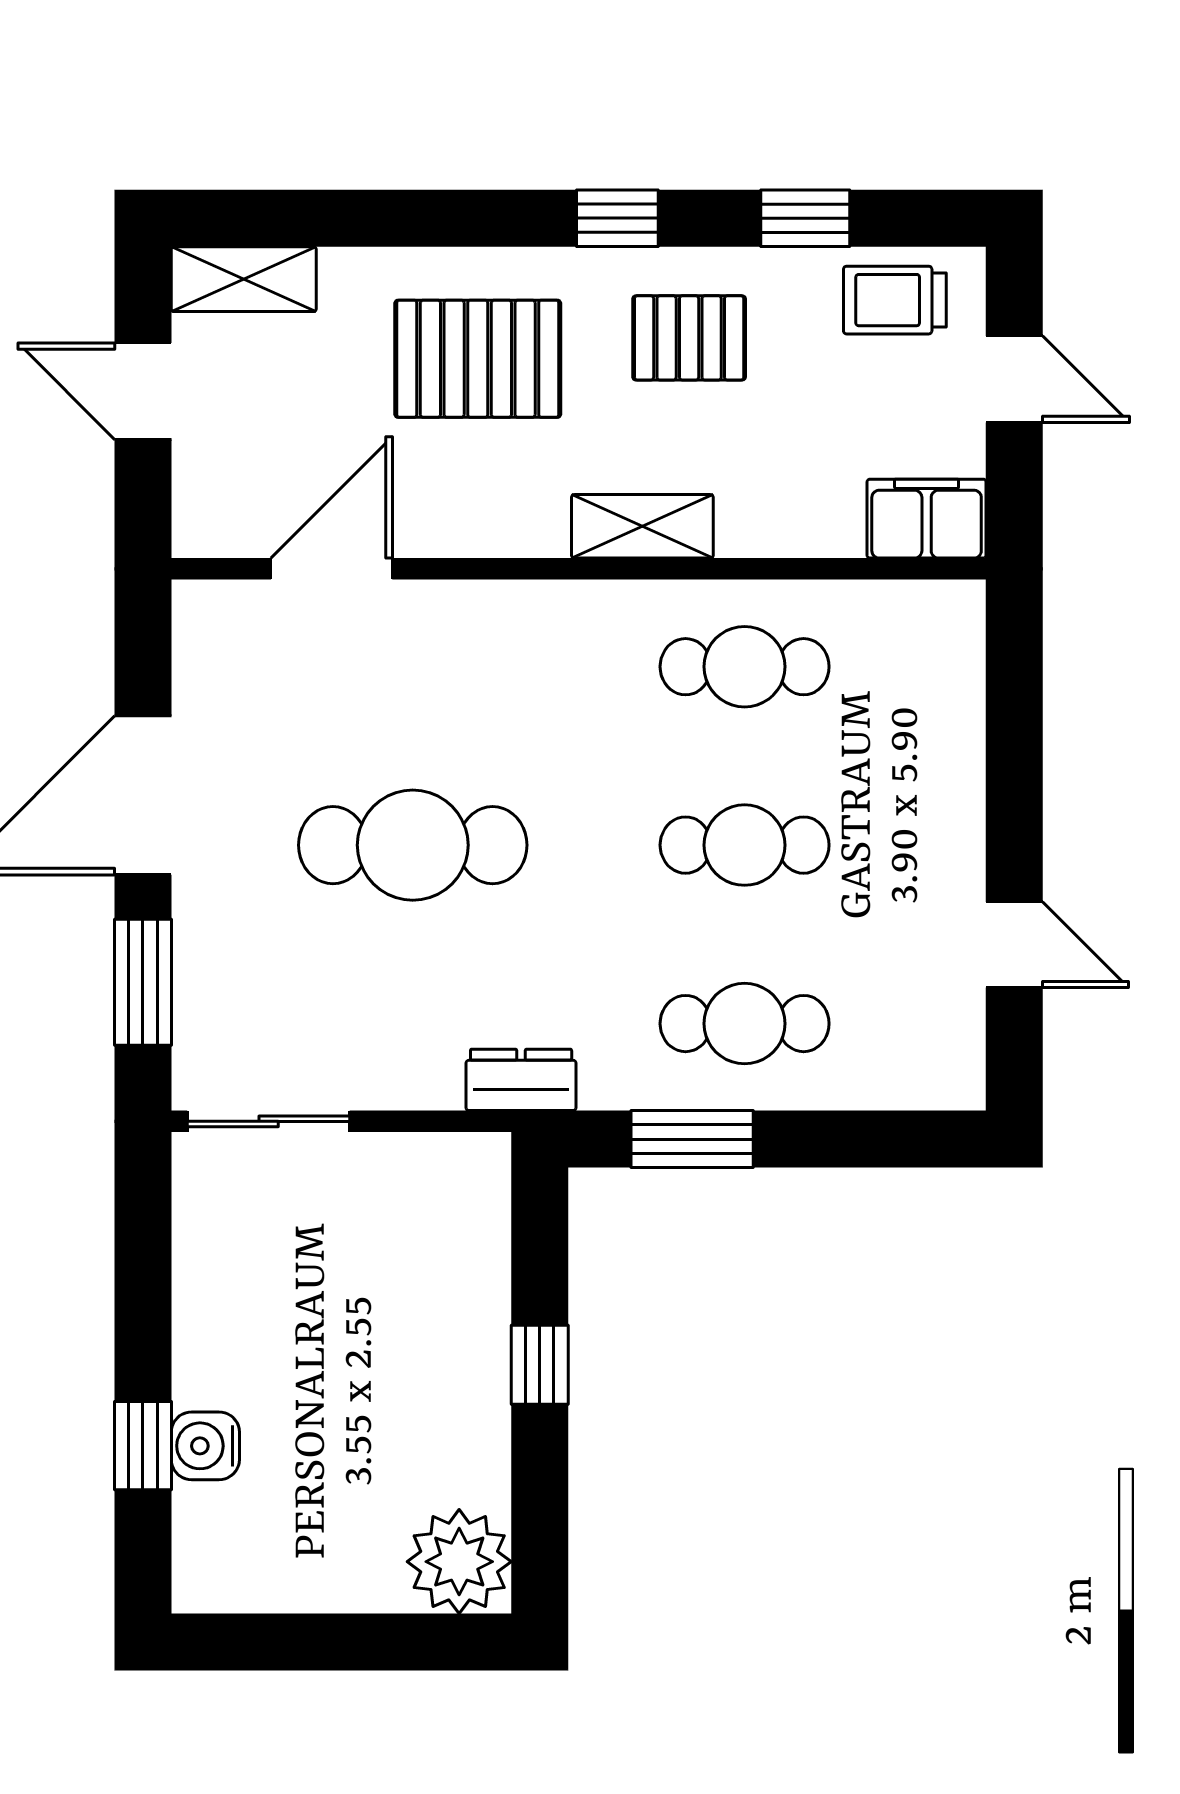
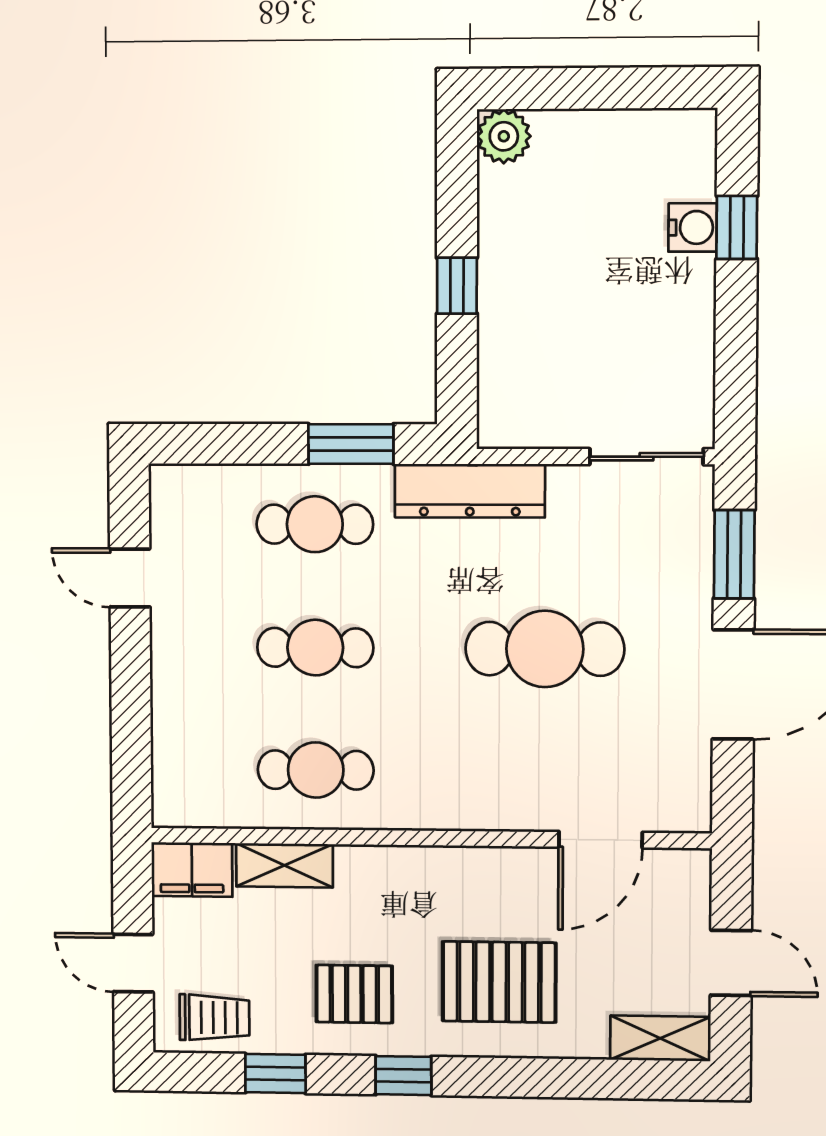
shelving: (642, 526) -> (284, 865), moved
dresser: (521, 1080) -> (470, 491), width x1.96, depth x1.24
plant: (459, 1562) -> (504, 136), width x0.73, depth x0.73

